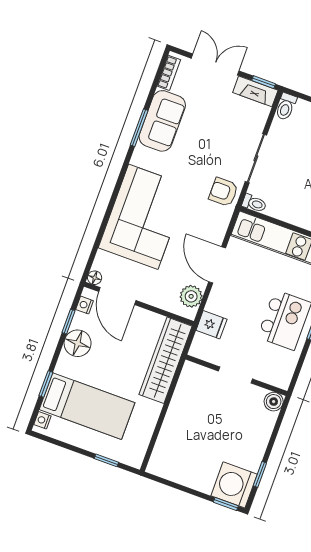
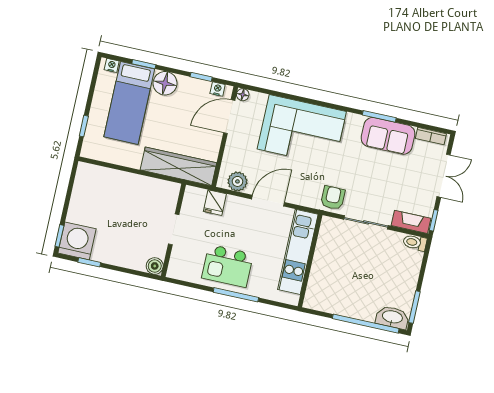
fireplace: (255, 91) -> (411, 222), moved, turned 90
toilet: (254, 203) -> (326, 226), removed
floor lamp: (78, 343) -> (165, 83), moved

